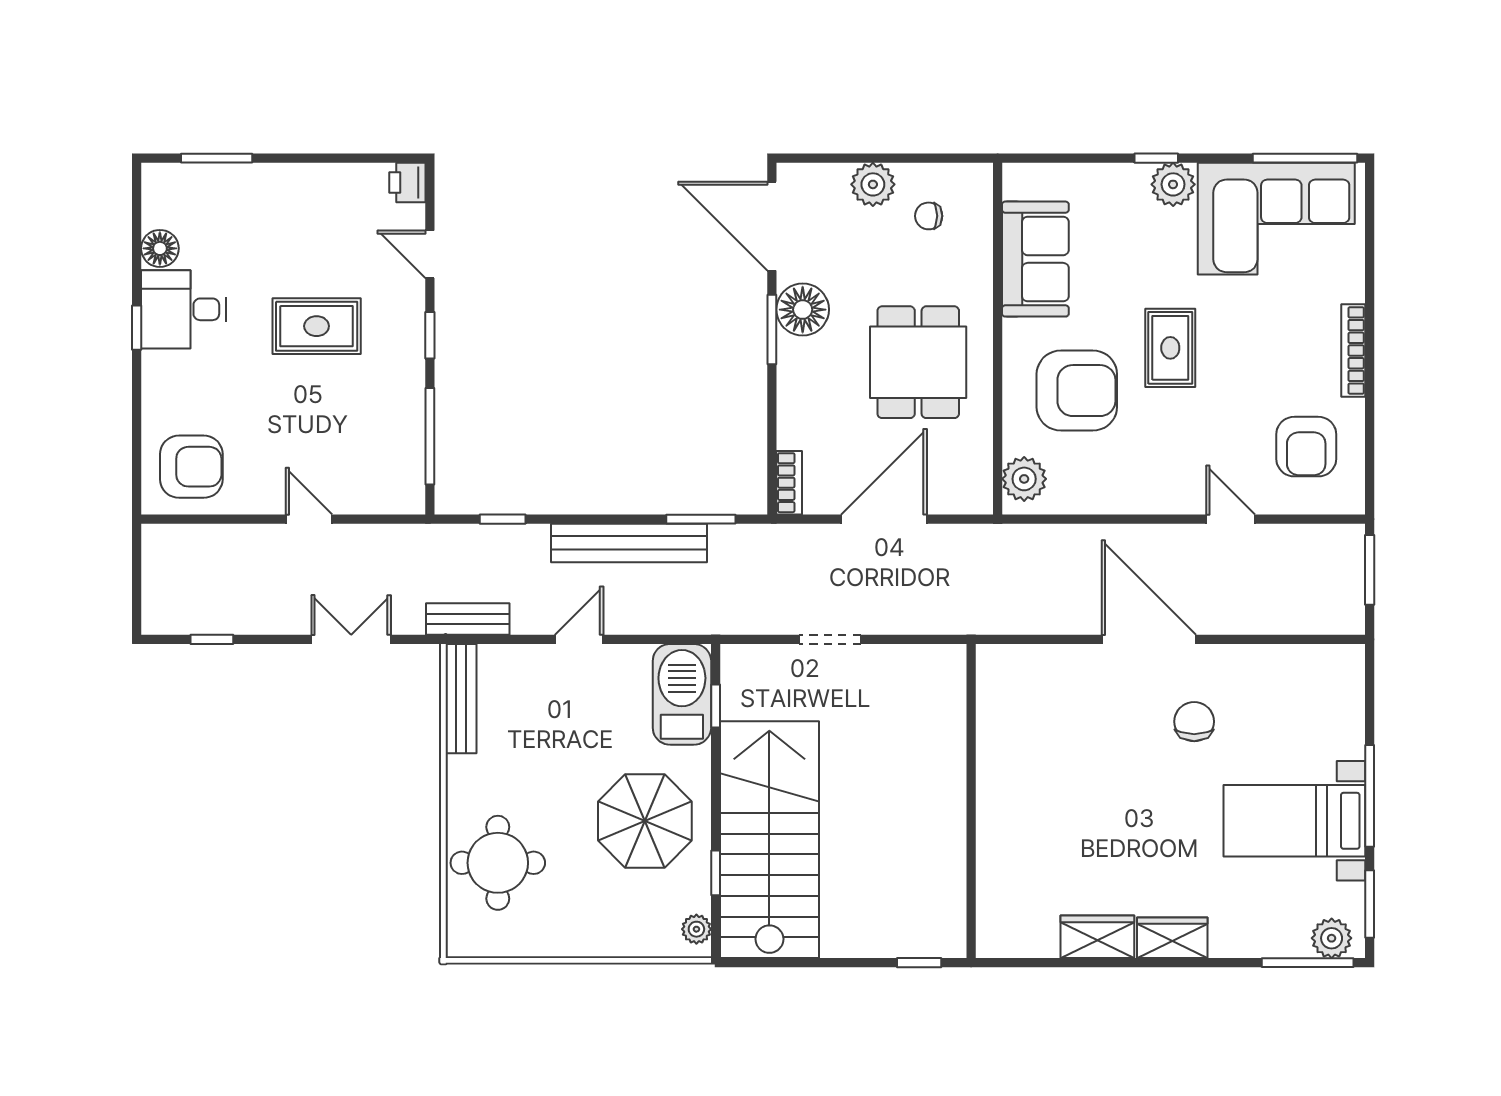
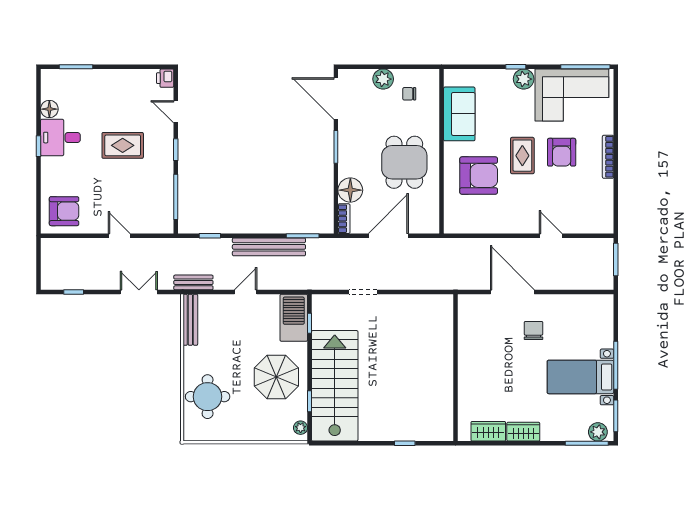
floor lamp: (803, 310) -> (350, 190), moved
armchair: (1306, 447) -> (562, 152), moved
plant: (1024, 479) -> (454, 217), removed
wall: (971, 801) -> (456, 368), moved

